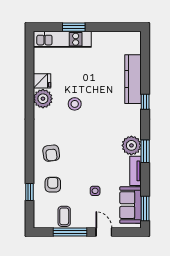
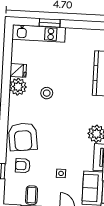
armchair: (51, 153) -> (23, 137), width x1.88, depth x1.88
armchair: (53, 185) -> (23, 166), turned -90

